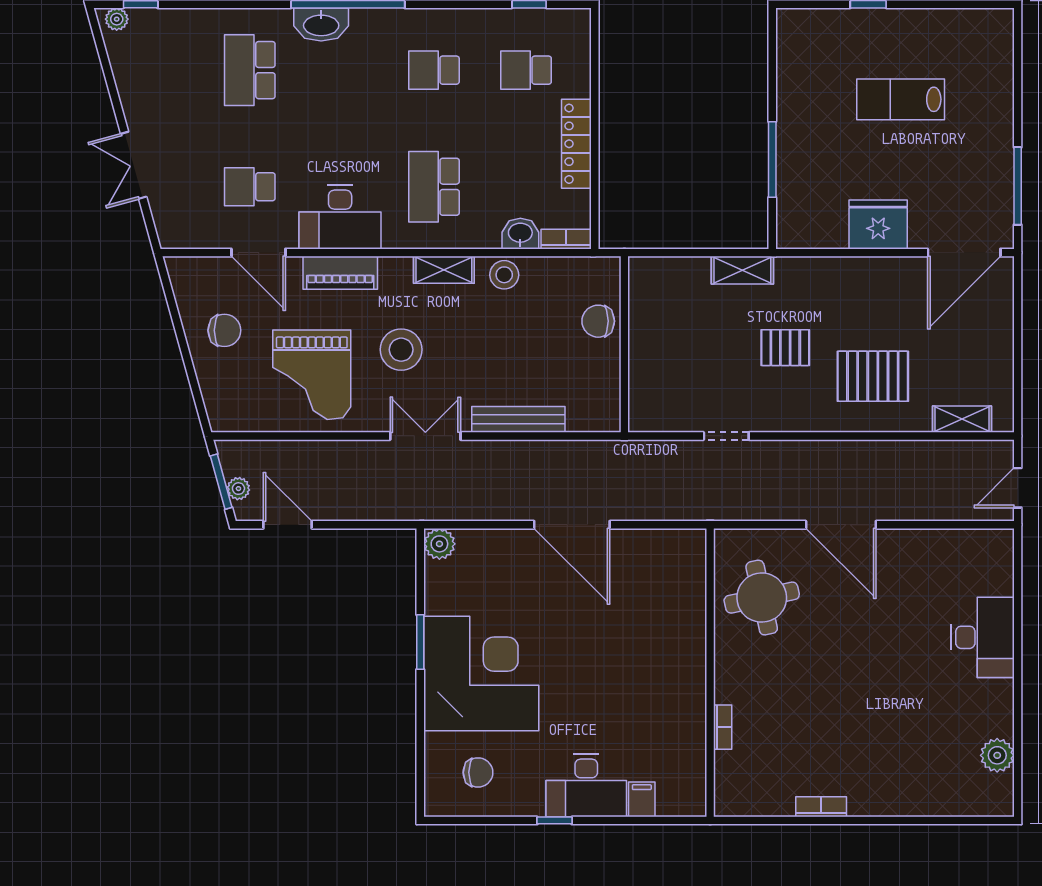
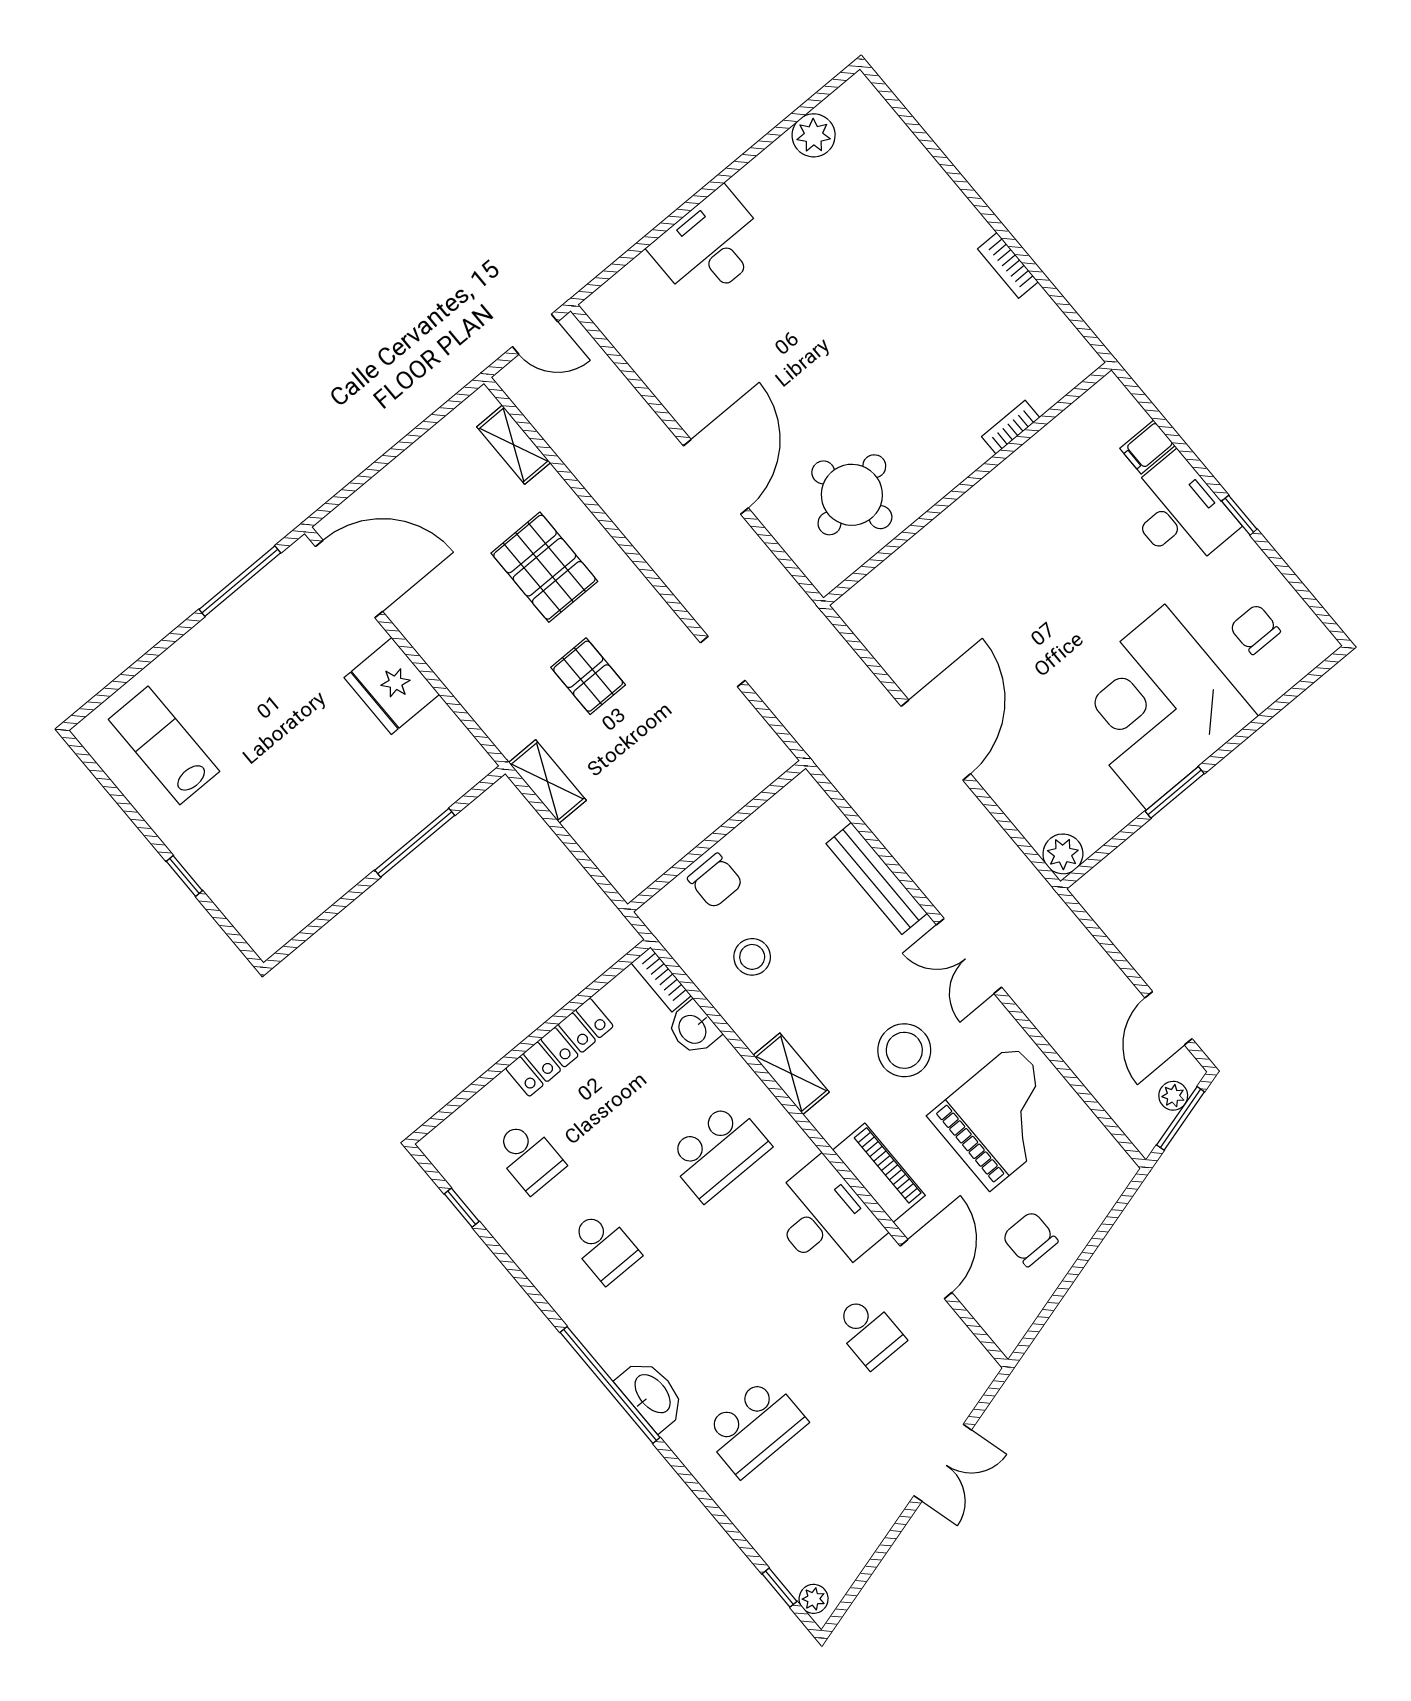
lab bench: (901, 99) -> (164, 745), moved, turned 180
stool: (504, 275) -> (752, 957), moved

